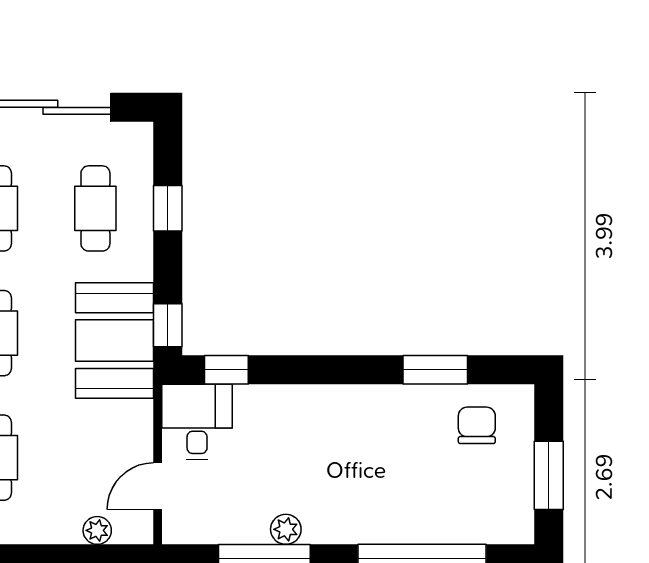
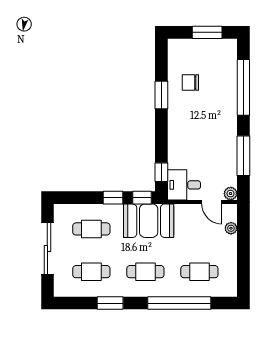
window: (168, 208) -> (113, 198), moved
window: (435, 370) -> (161, 95), moved
chair: (477, 425) -> (190, 83), moved
plant: (286, 529) -> (231, 194), moved

